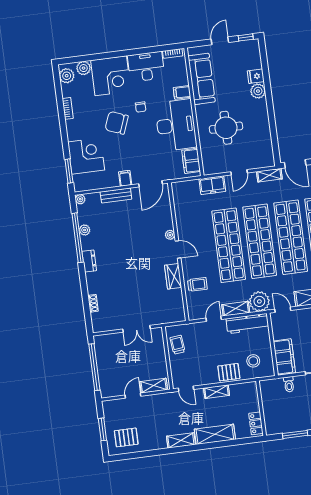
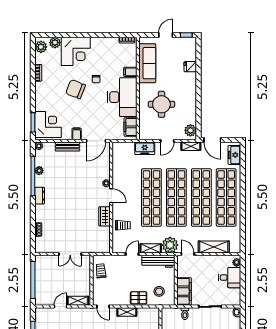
desk: (146, 67) -> (105, 48), removed
plant: (258, 91) -> (190, 130), moved
corner desk: (86, 156) -> (48, 124), moved

